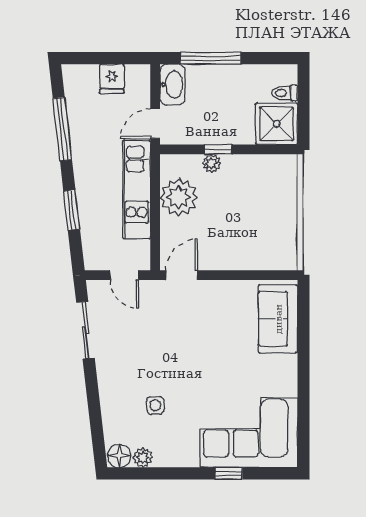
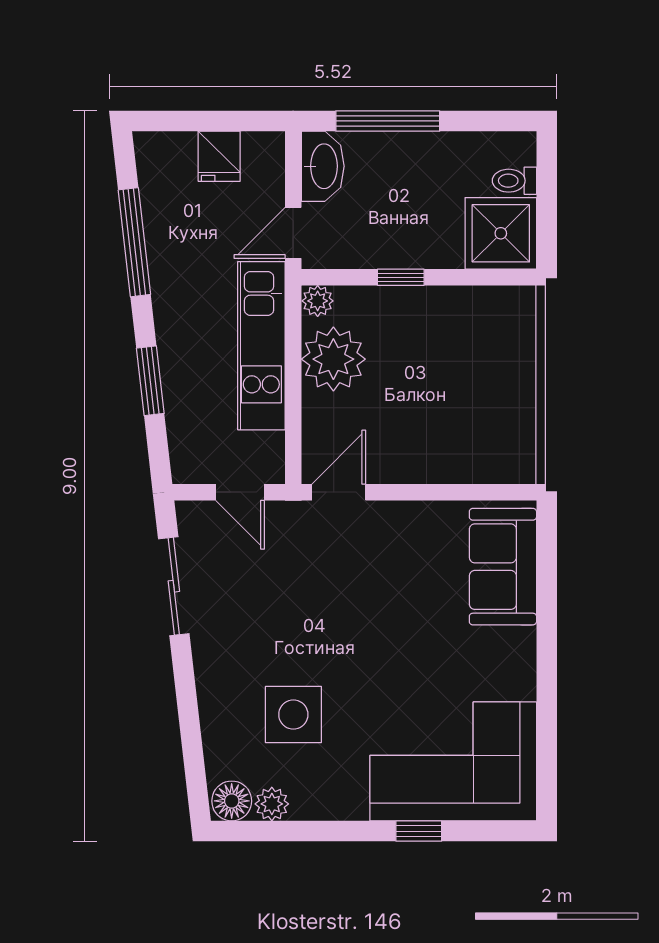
plant: (211, 163) -> (318, 301), moved
side table: (155, 405) -> (293, 715), width x1.87, depth x1.87

